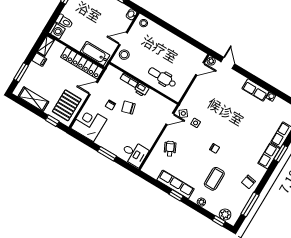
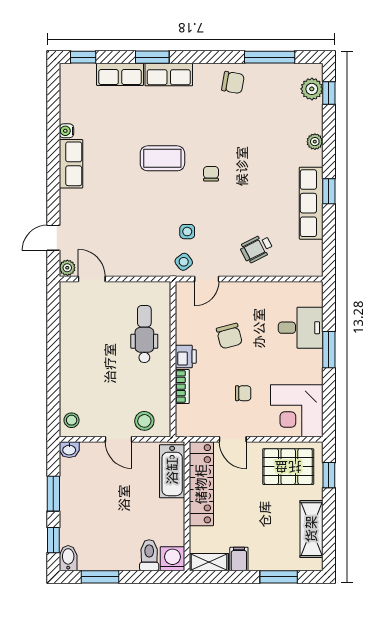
dental chair: (162, 77) -> (144, 334), turned 180
chair: (128, 108) -> (229, 336), moved
door: (170, 119) -> (207, 279), swing flipped
desk: (134, 154) -> (301, 328), moved, turned 90
coffee table: (214, 179) -> (162, 158), moved

